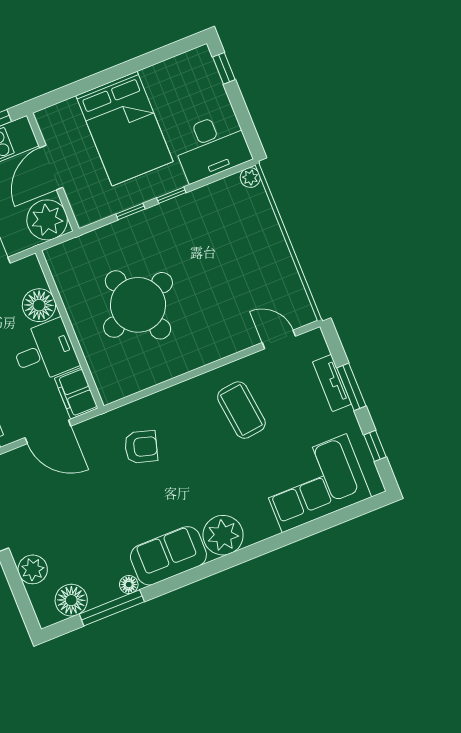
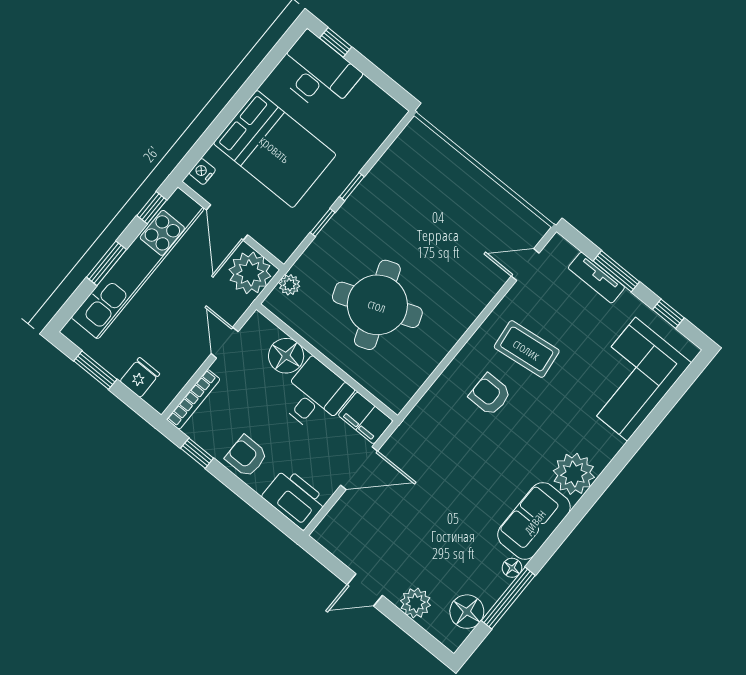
nightstand: (54, 114) -> (202, 171), added
desk: (211, 147) -> (317, 73), moved, turned -90
plant: (250, 178) -> (289, 285), moved
armchair: (141, 447) -> (490, 395), moved, turned -106

